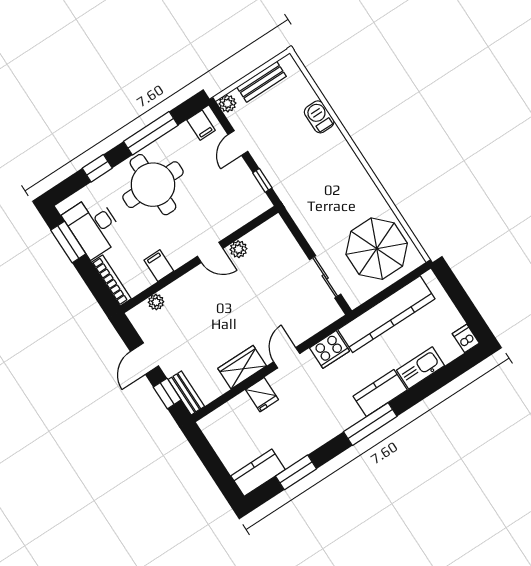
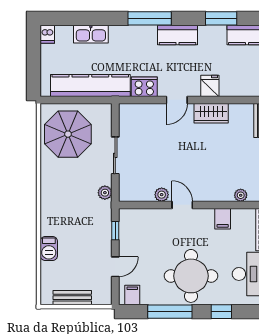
plant: (227, 103) -> (105, 193), moved
sliding door: (325, 277) -> (115, 155), moved
kitchen counter: (380, 393) -> (177, 35), moved

